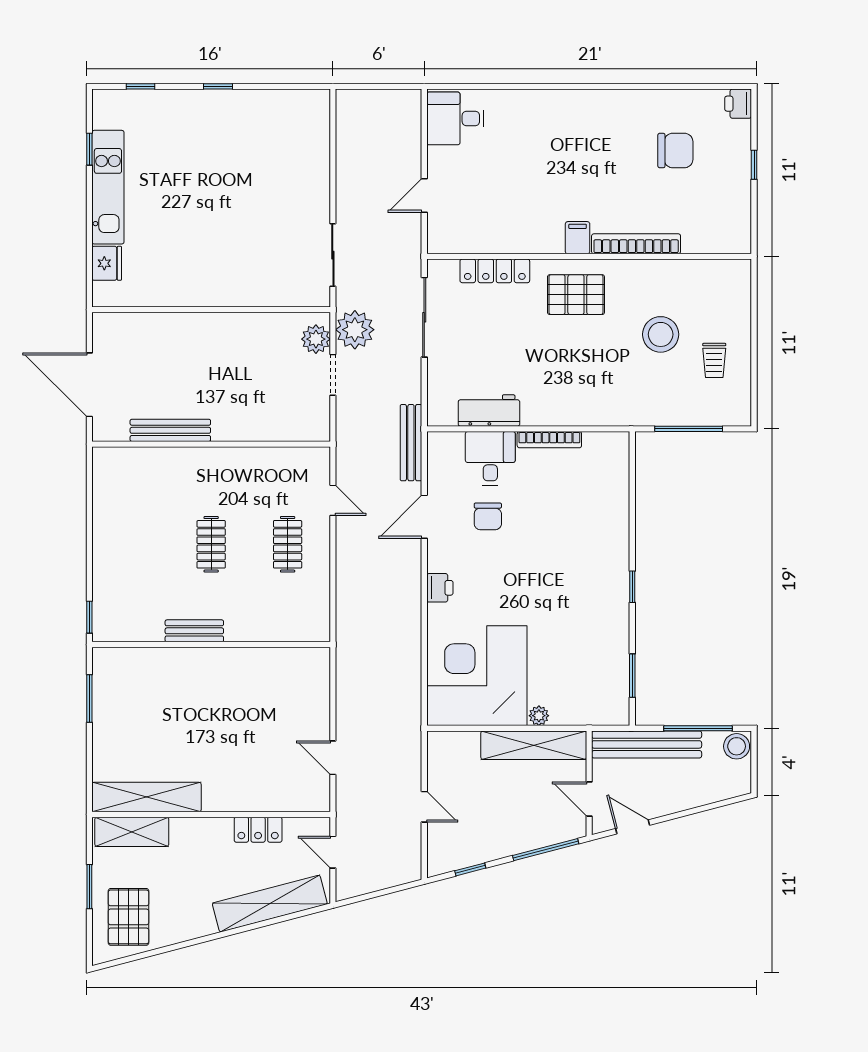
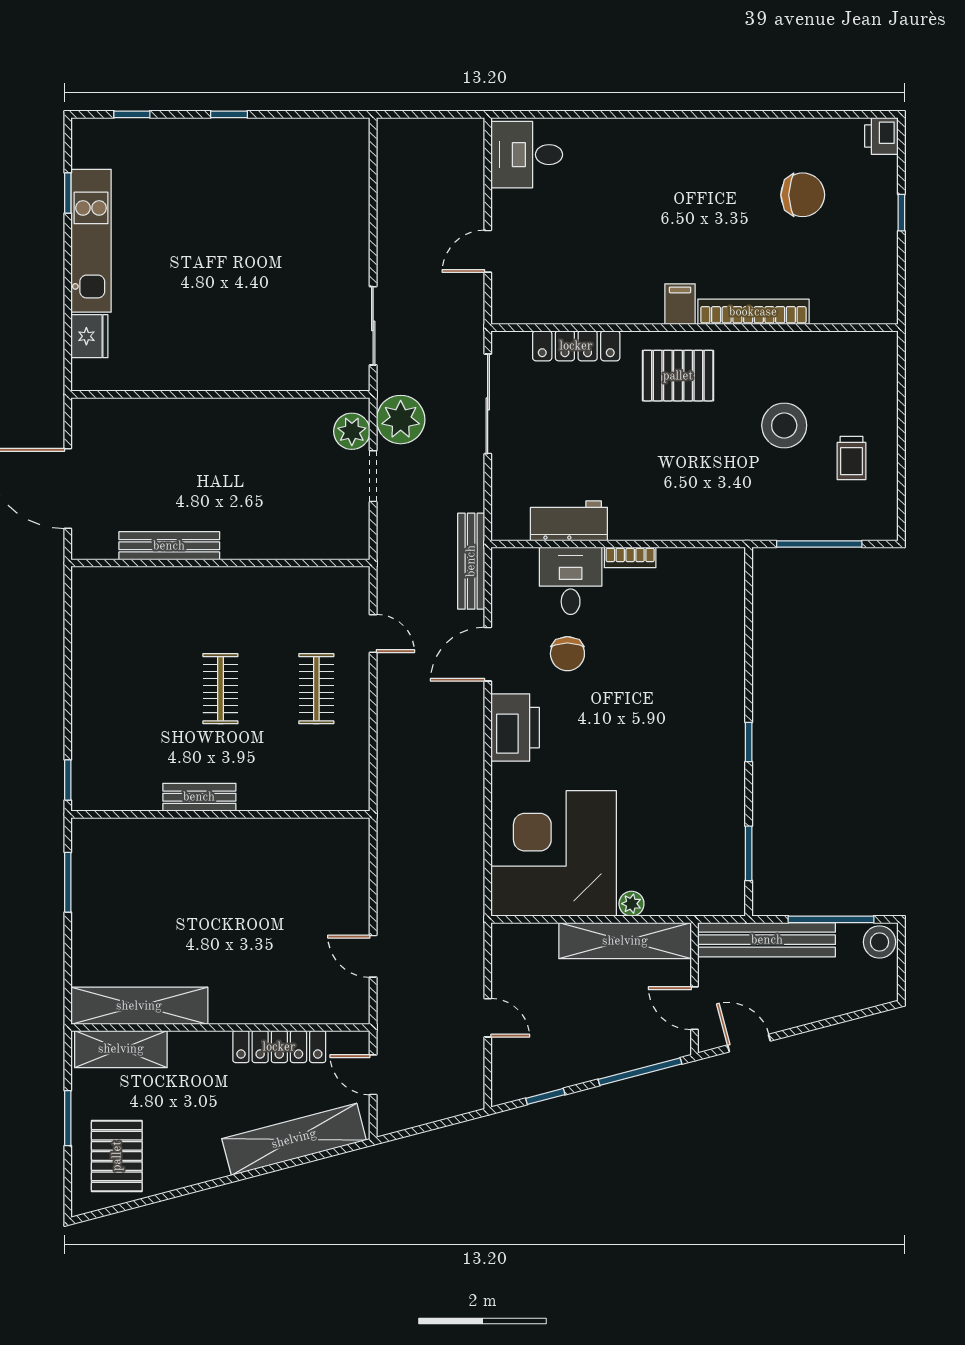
bookcase: (549, 440) -> (630, 557), width x0.64
printer: (440, 588) -> (515, 728), width x1.87, depth x1.48
locker: (258, 830) -> (279, 1047), width x1.53

